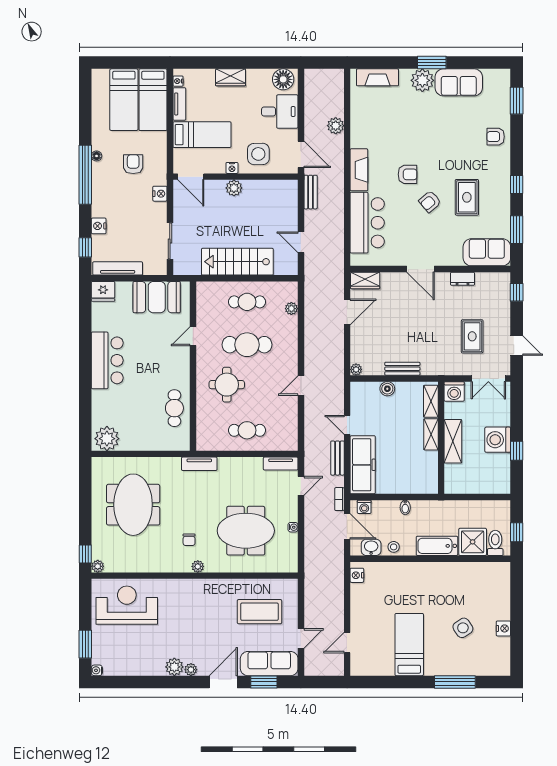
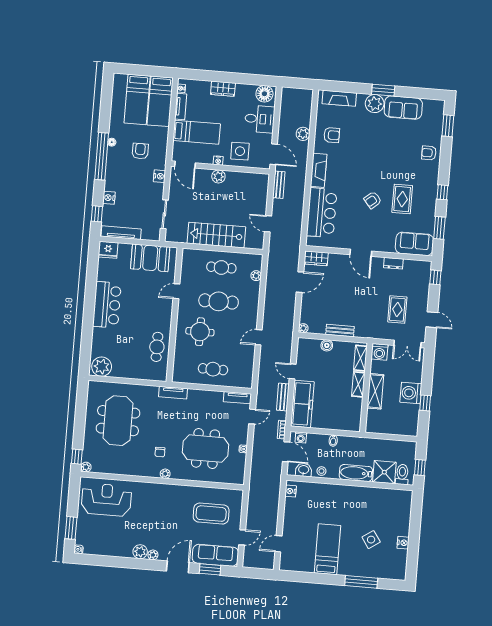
armchair: (407, 174) -> (332, 135), moved

